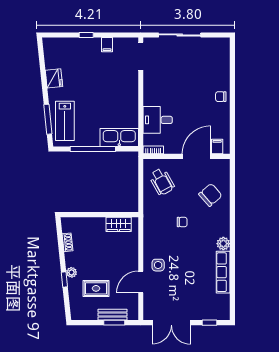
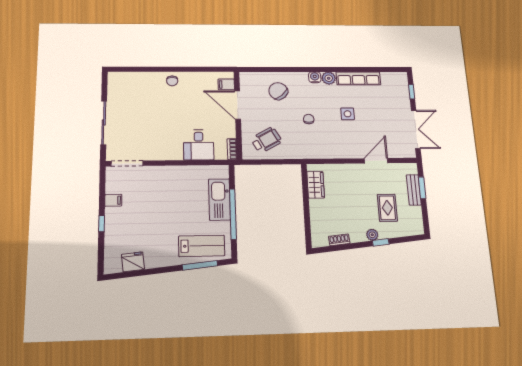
fridge: (54, 78) -> (133, 262), moved
kitchen sink: (119, 137) -> (219, 199), moved
water cooler: (224, 230) -> (315, 77), added
side table: (158, 265) -> (348, 114), moved
door: (141, 282) -> (376, 161), swing flipped

